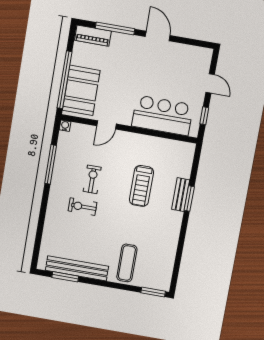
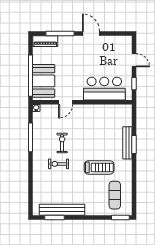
treadmill: (142, 186) -> (99, 167), moved, turned -90
bench: (181, 195) -> (127, 143), width x1.36
exercise mat: (127, 263) -> (115, 195), moved

